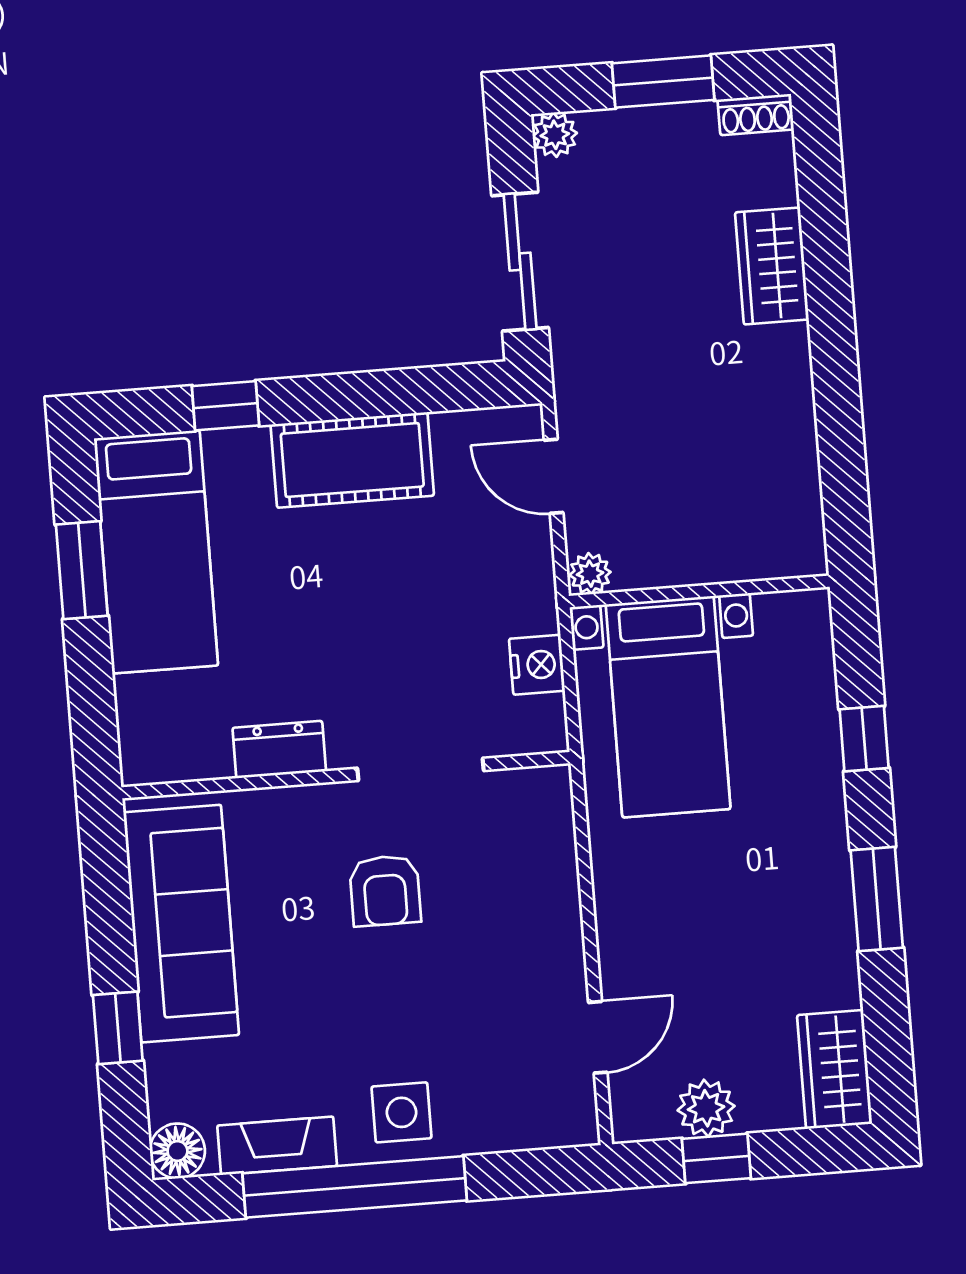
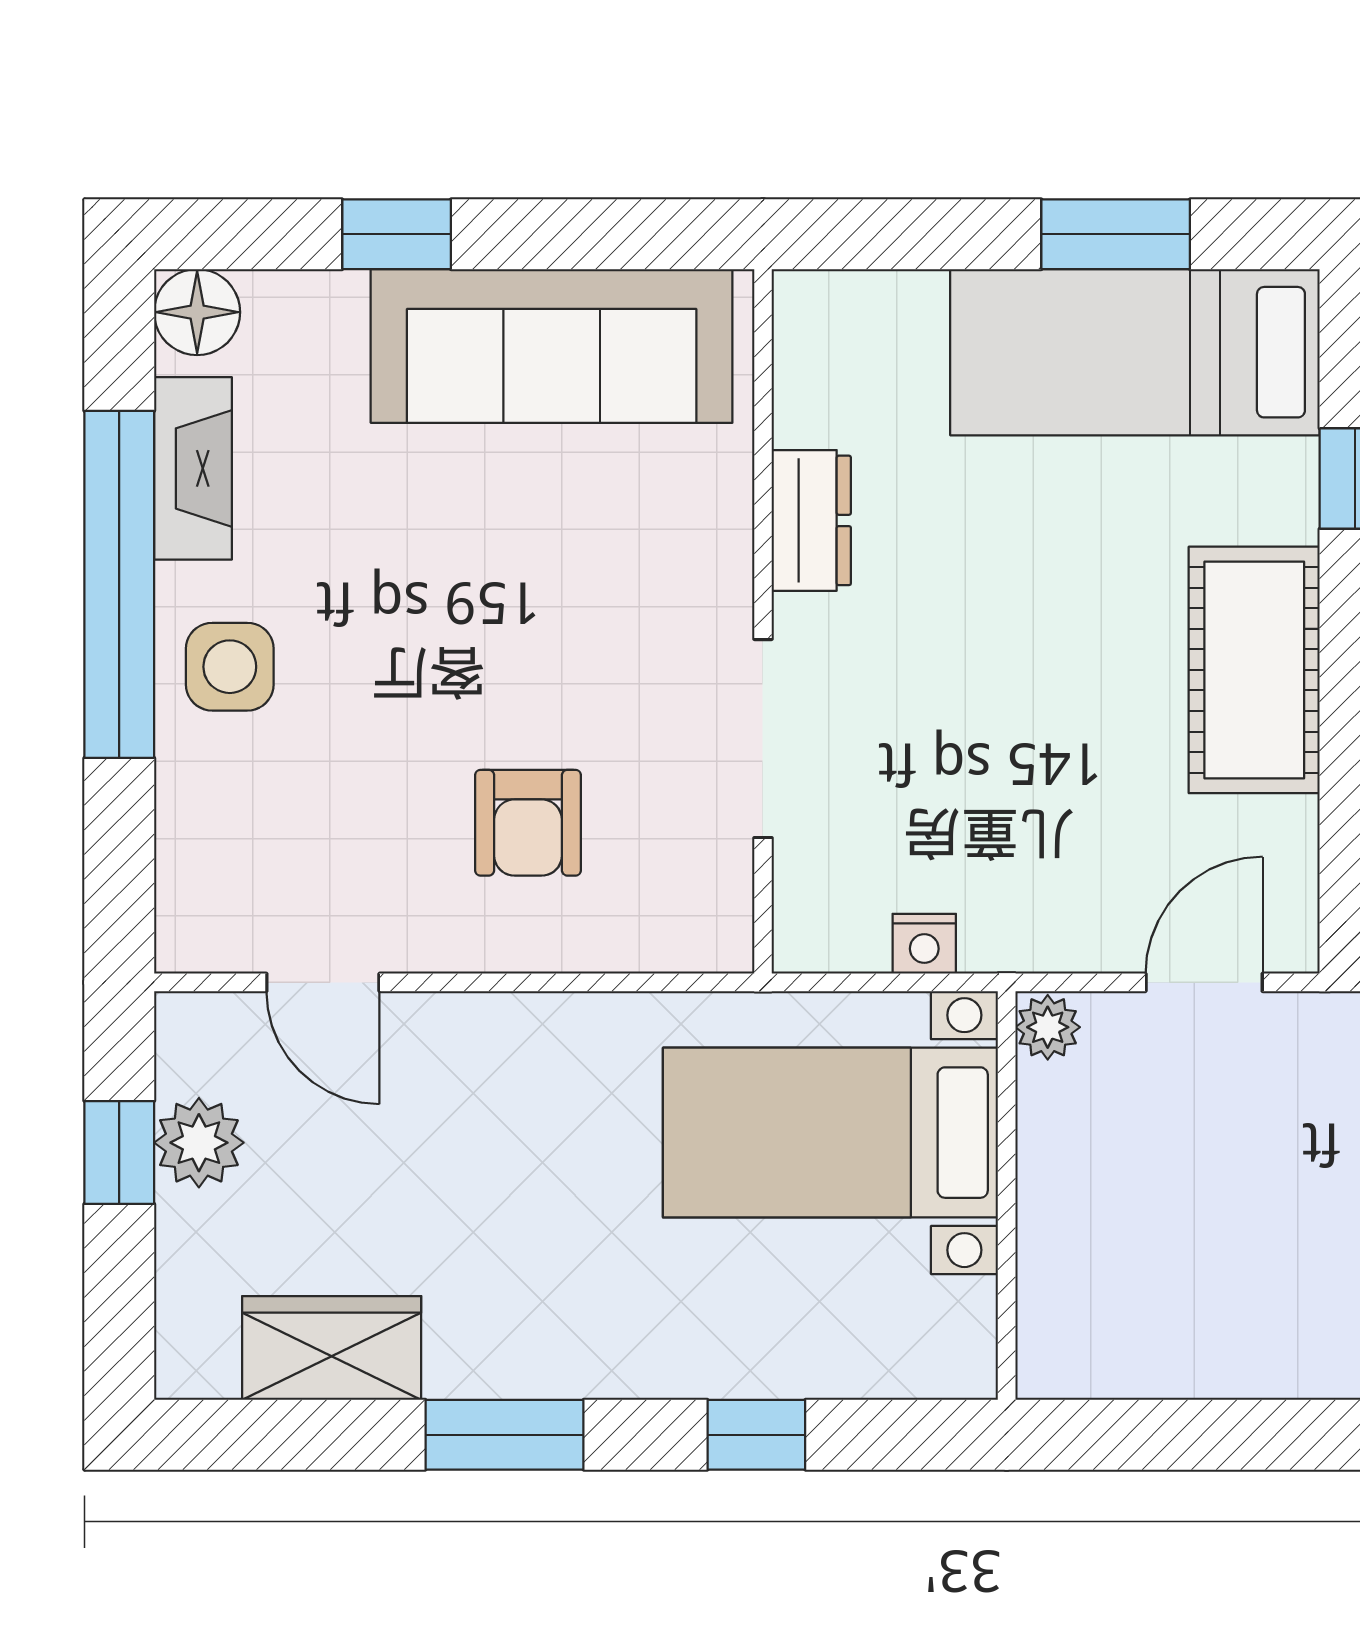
nightstand: (537, 665) -> (924, 944), width x0.72, depth x0.74
armchair: (385, 891) -> (528, 823), moved, turned -90
wardrobe: (835, 1069) -> (332, 1348), moved

